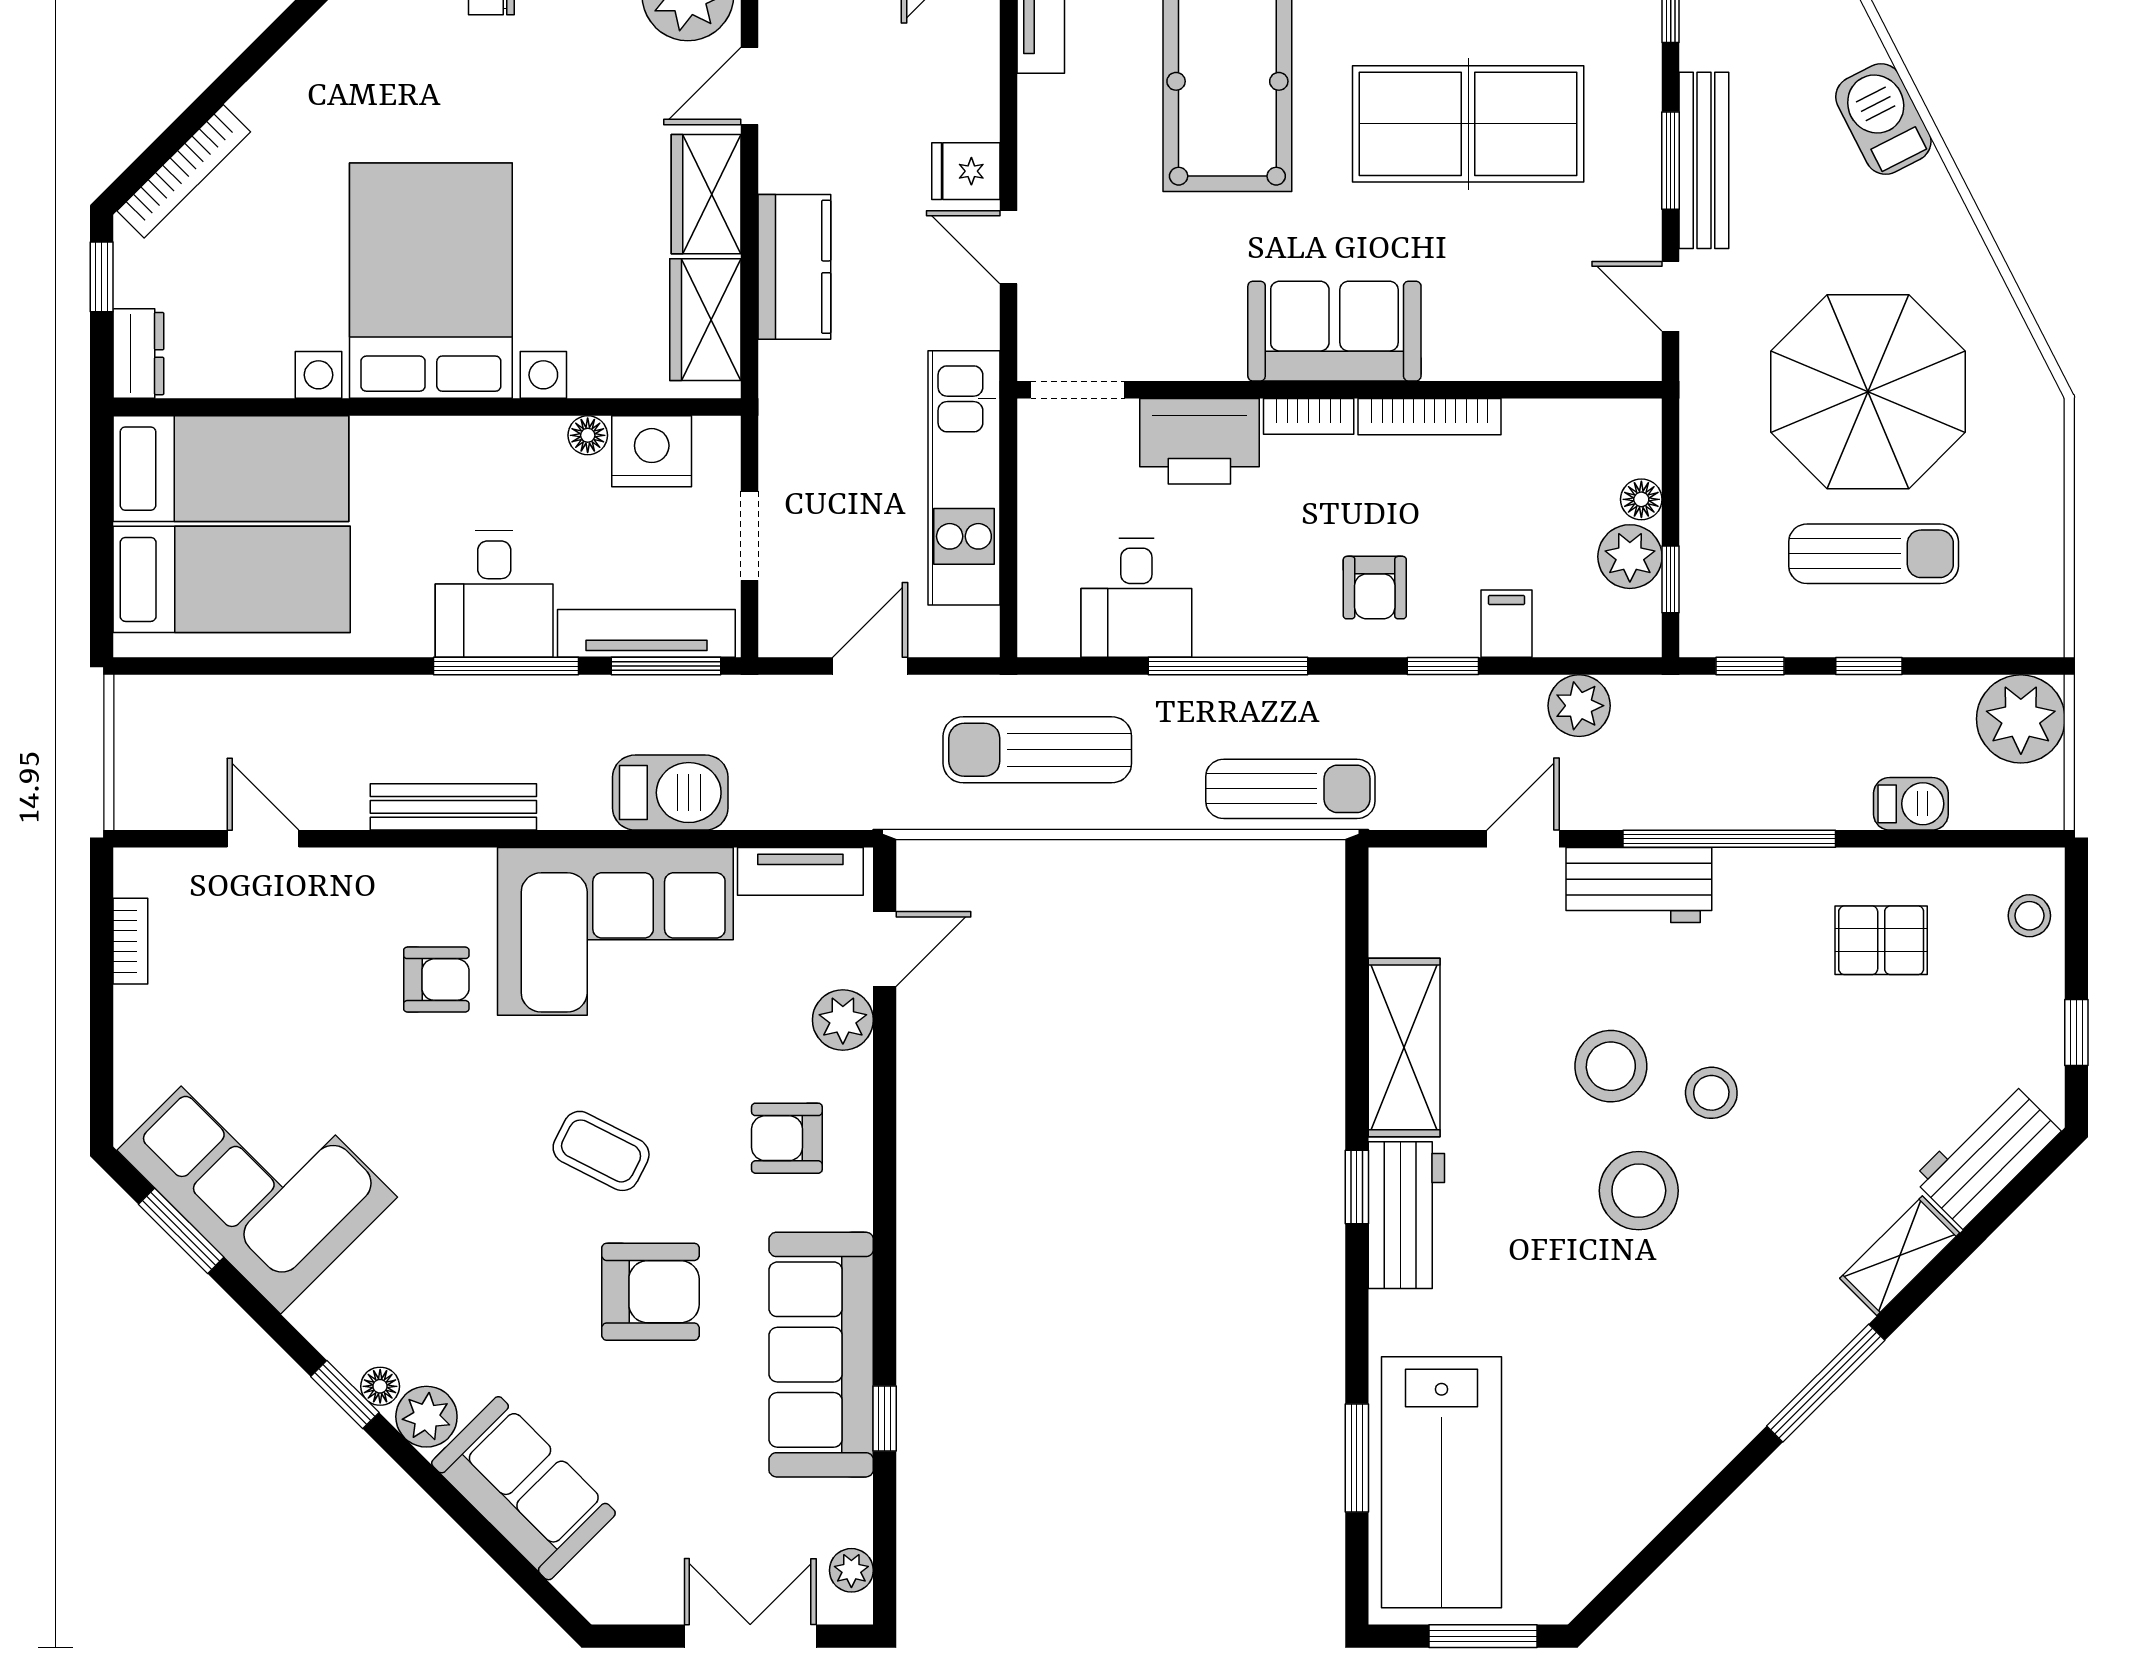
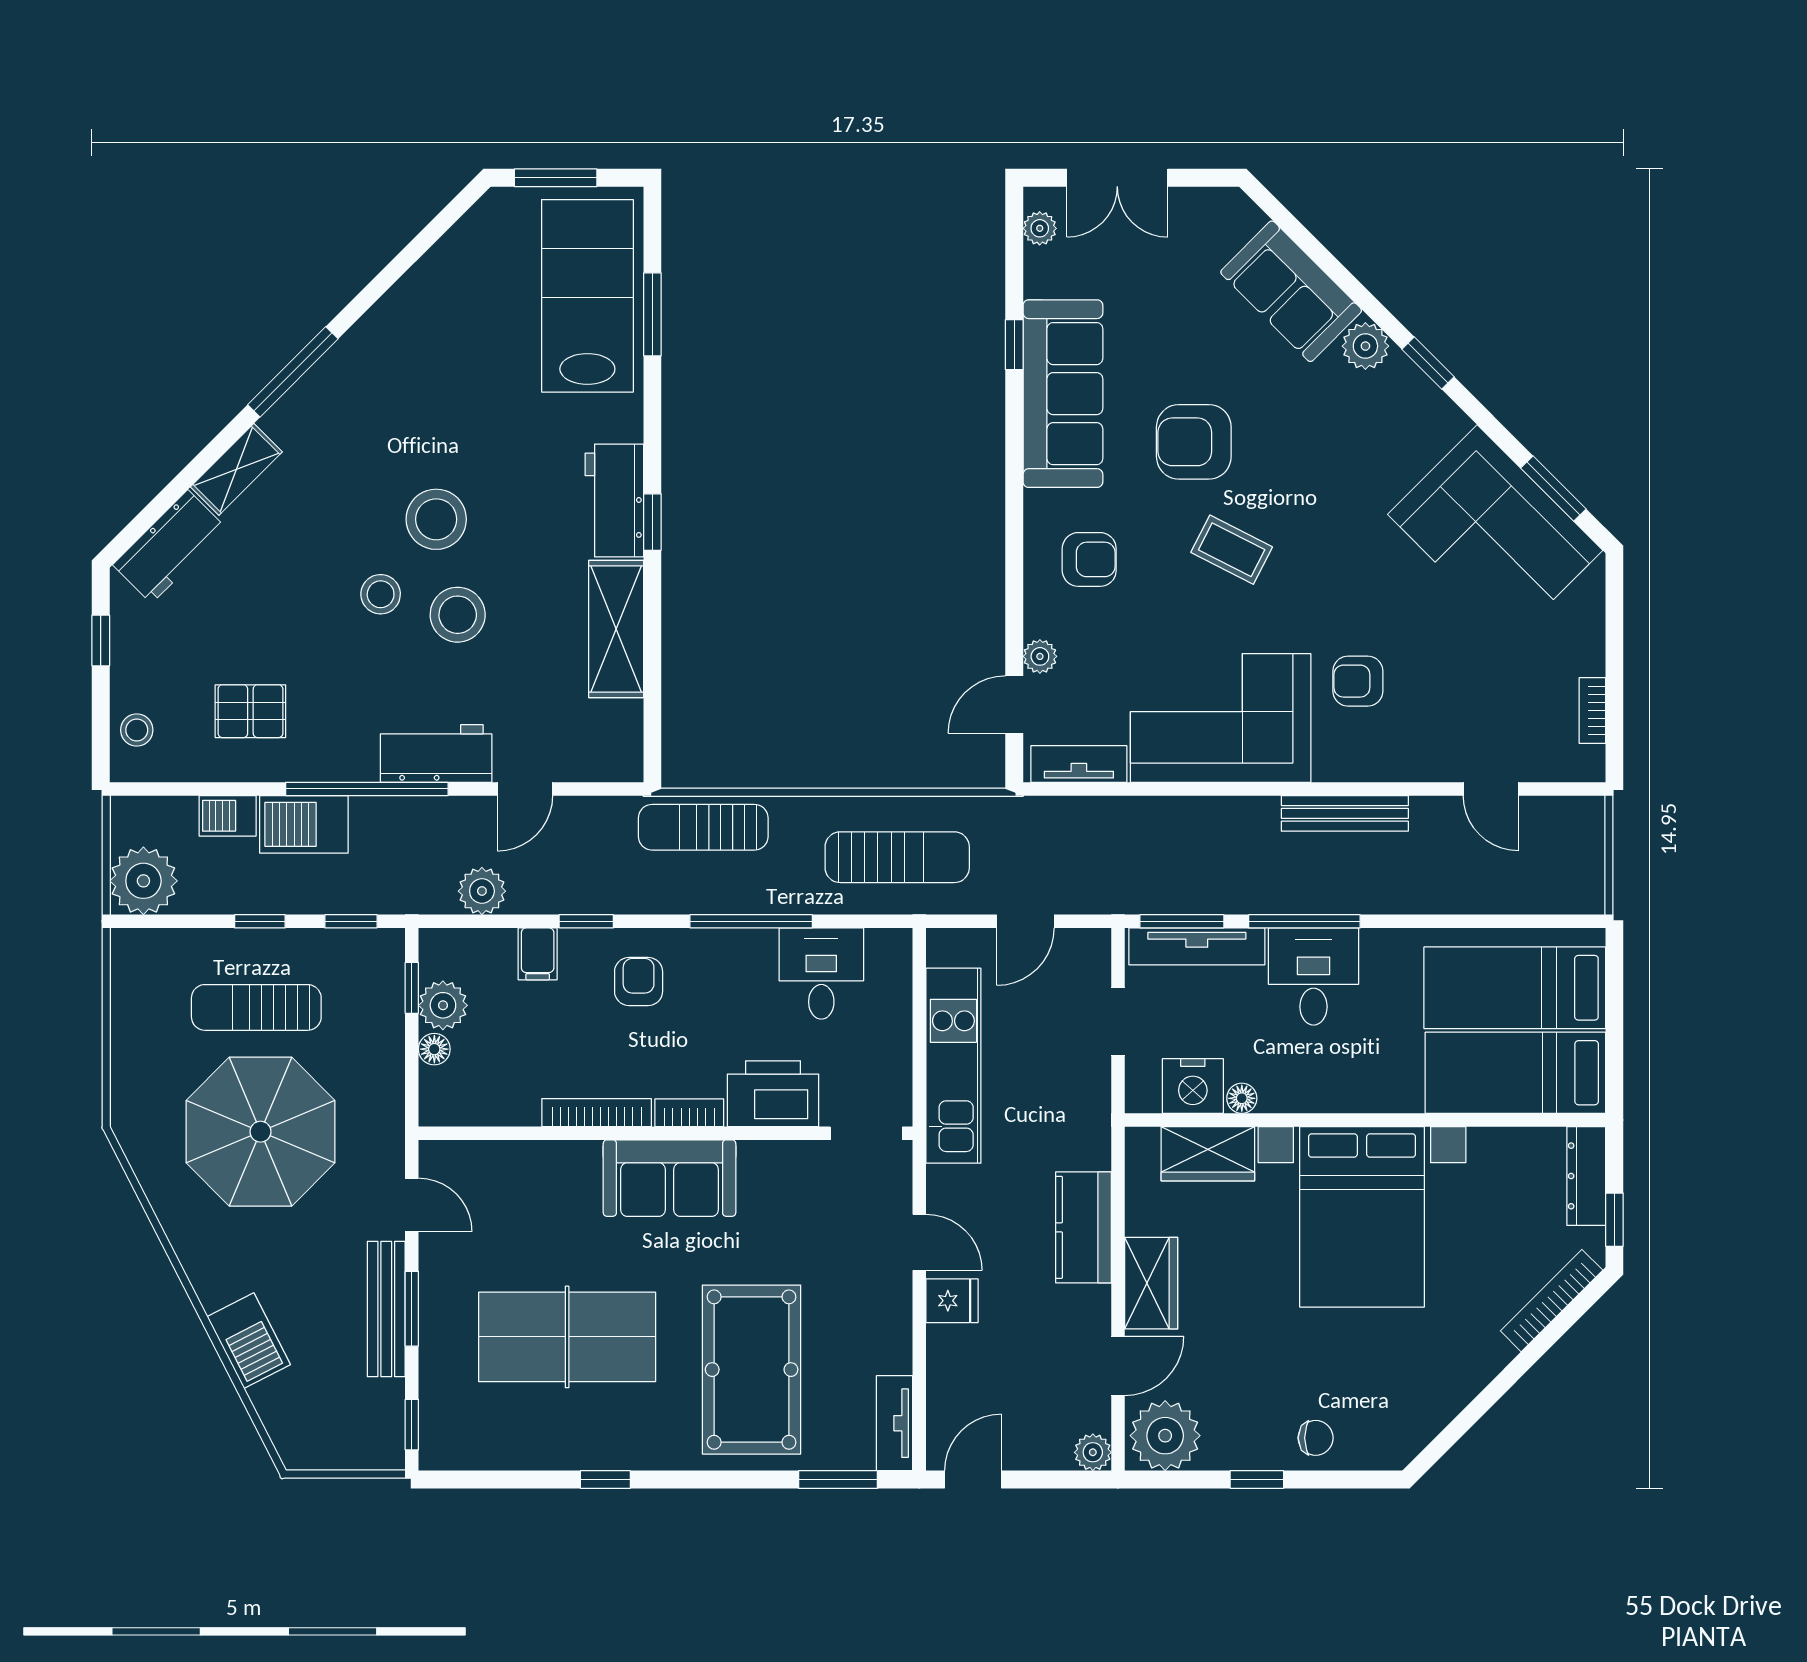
wardrobe: (705, 320) -> (1208, 1154), moved, turned 90
dresser: (138, 354) -> (1586, 1176), width x1.44
barbecue: (670, 793) -> (304, 824), moved
plant: (843, 1020) -> (1040, 656), width x0.73, depth x0.73
floor lamp: (380, 1386) -> (1401, 369), removed

